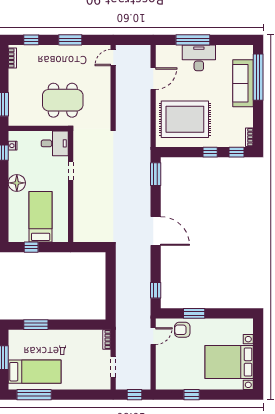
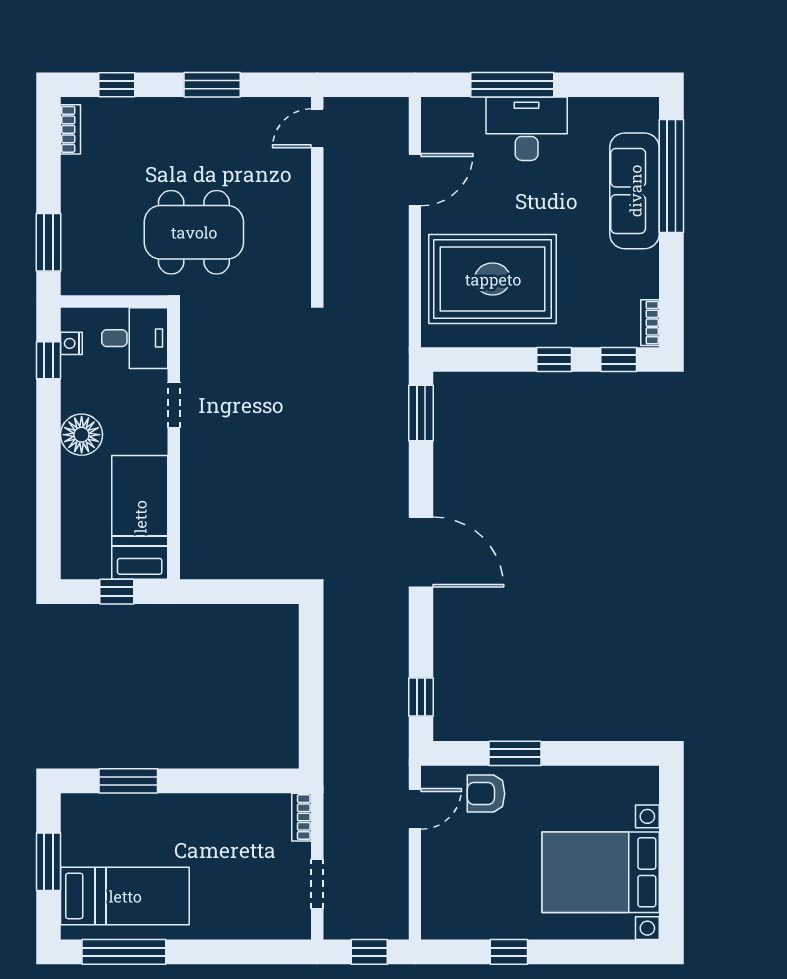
desk: (55, 143) -> (135, 338), moved
doorway: (71, 171) -> (174, 405), moved
wall: (71, 187) -> (174, 443), moved

